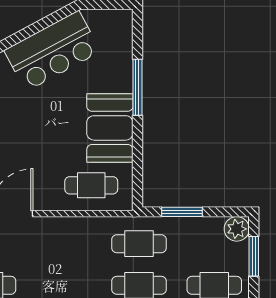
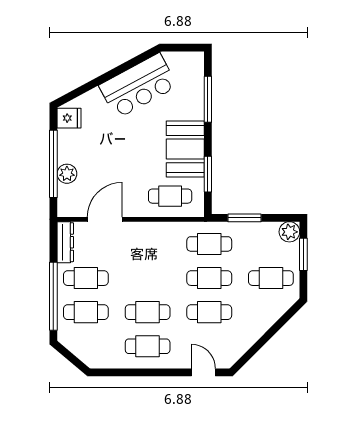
window: (137, 87) -> (208, 99), moved
window: (137, 159) -> (208, 174), added

